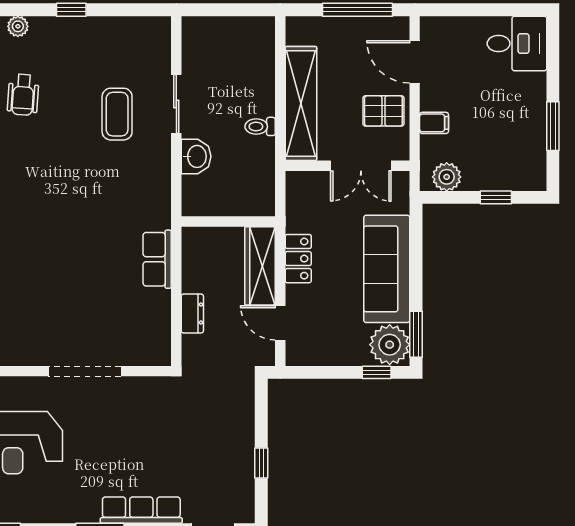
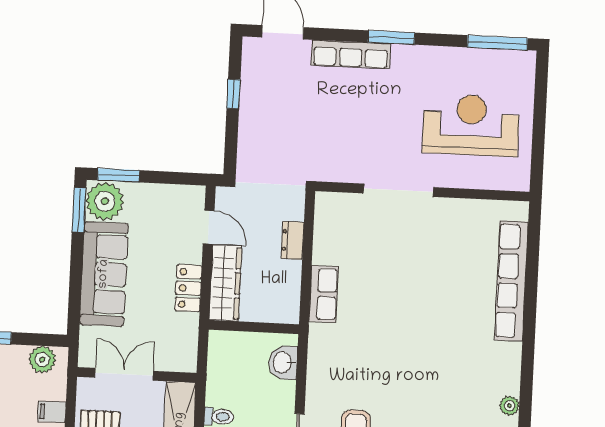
washbasin: (196, 156) -> (283, 362), moved
window: (377, 372) -> (119, 175), width x1.50

